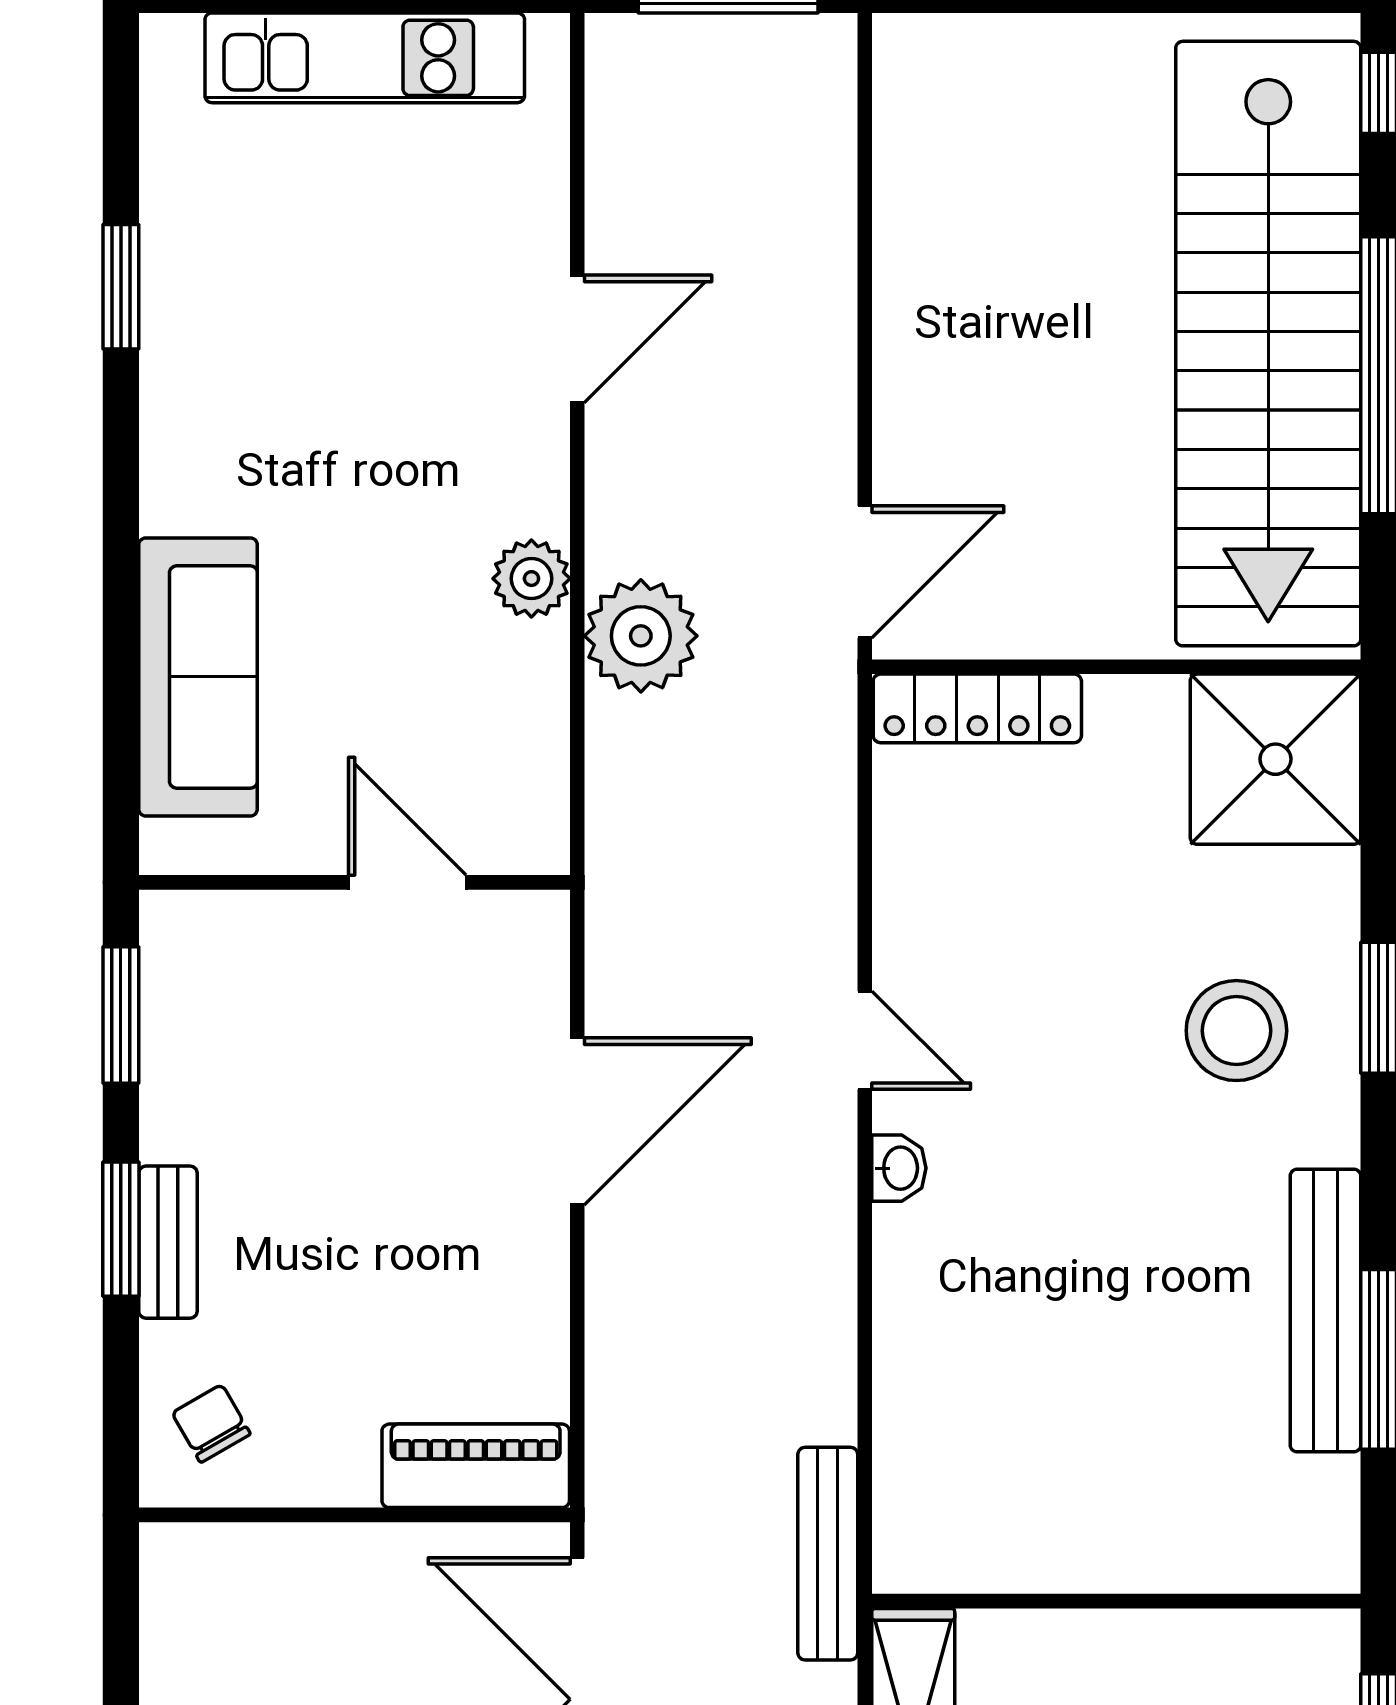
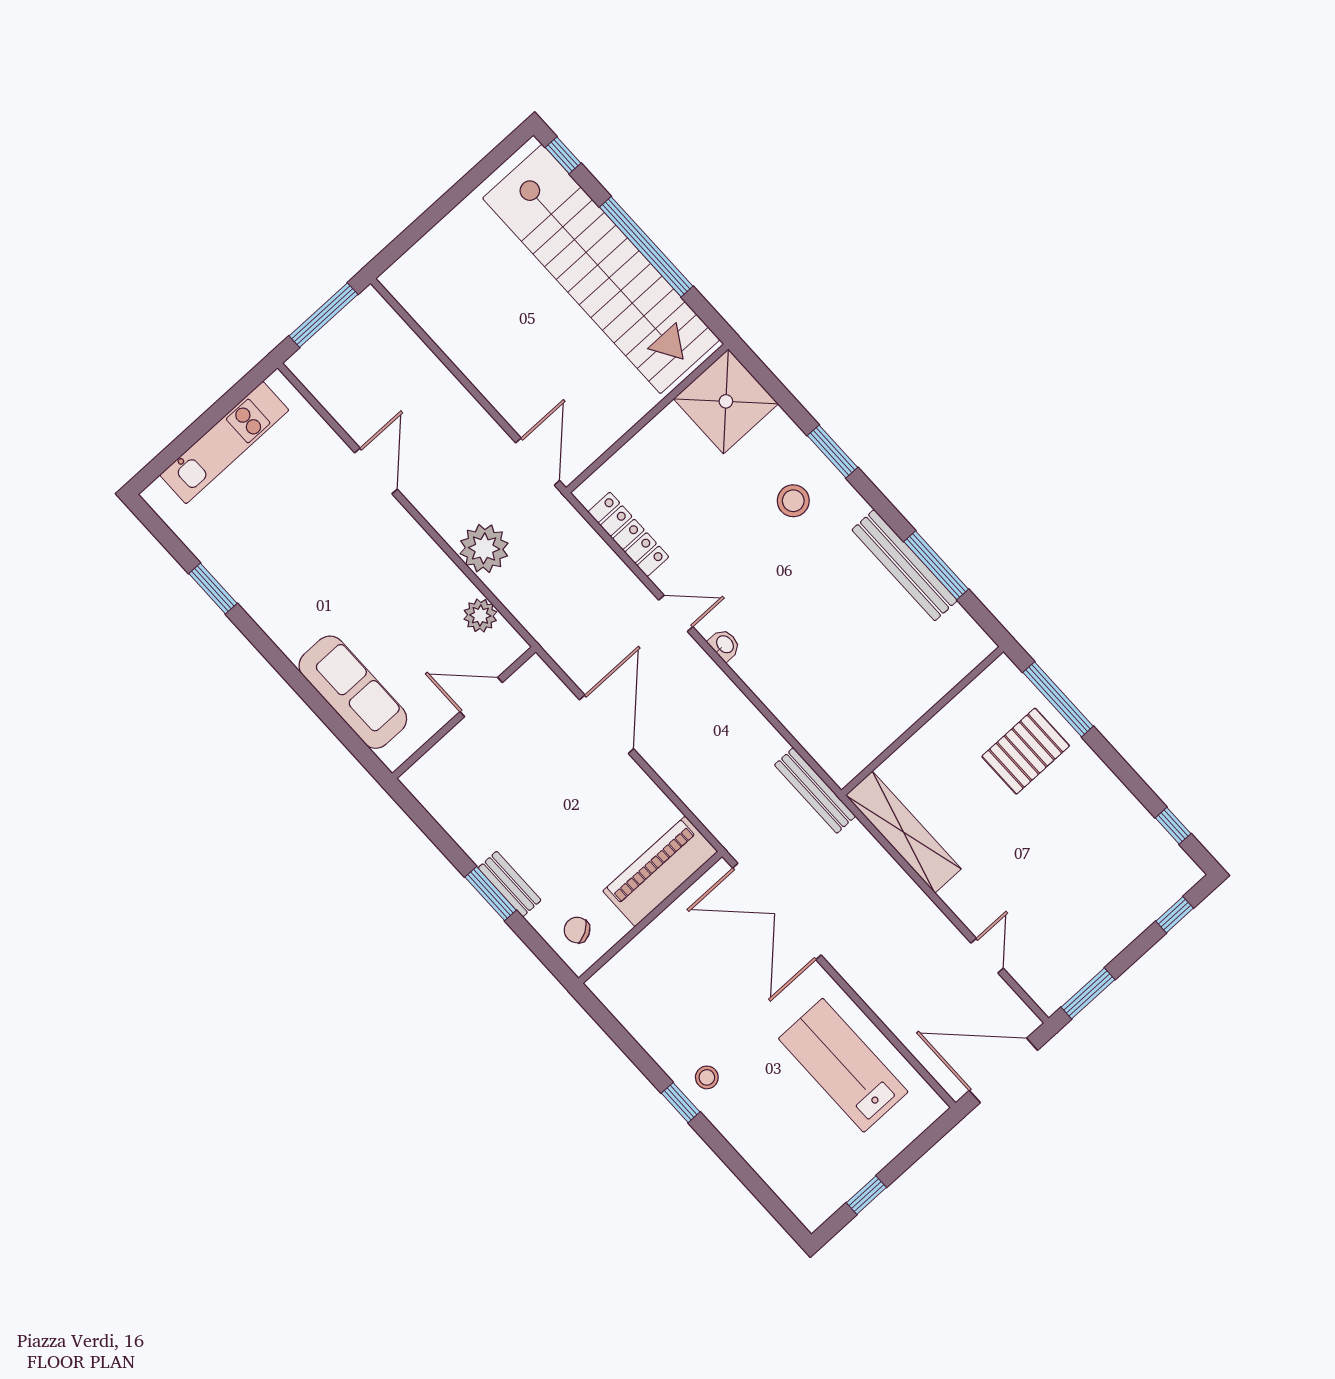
plant: (531, 579) -> (480, 615), moved
locker: (977, 708) -> (628, 534), moved, turned -90
window: (121, 1015) -> (427, 824), removed
stool: (1236, 1031) -> (793, 501), width x0.73, depth x0.73
piano: (476, 1466) -> (660, 871), width x1.37, depth x1.33

